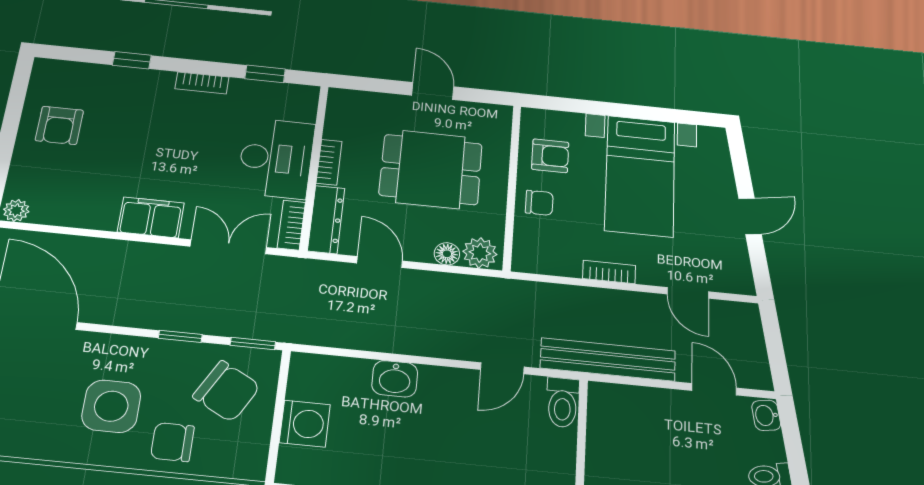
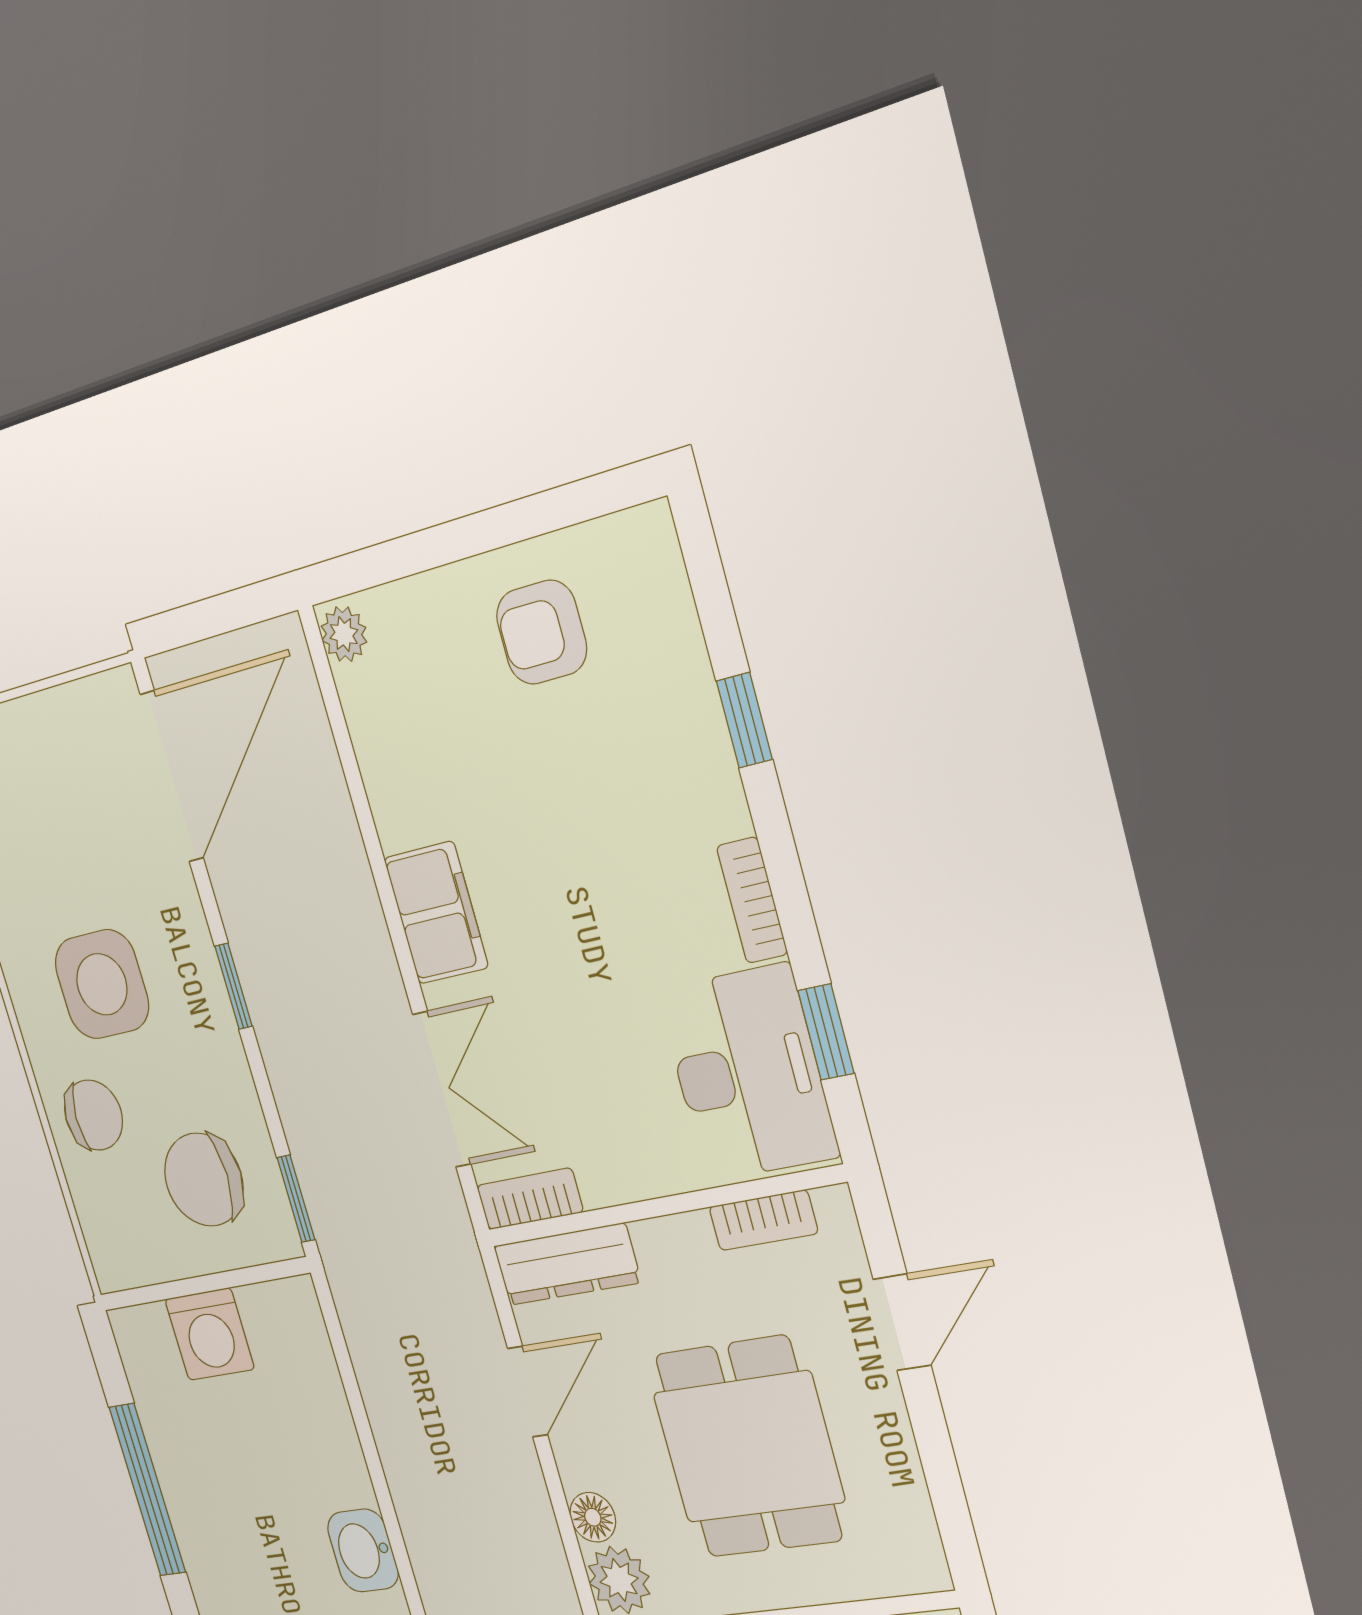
door: (433, 91) -> (902, 1322), moved
desk: (276, 158) -> (748, 1073), moved, turned -90
bookcase: (329, 162) -> (763, 1220), moved
window: (180, 336) -> (234, 986), moved
washbasin: (395, 379) -> (363, 1550), moved
chair: (227, 391) -> (204, 1180), turned 61
chair: (172, 442) -> (93, 1115), turned 93

